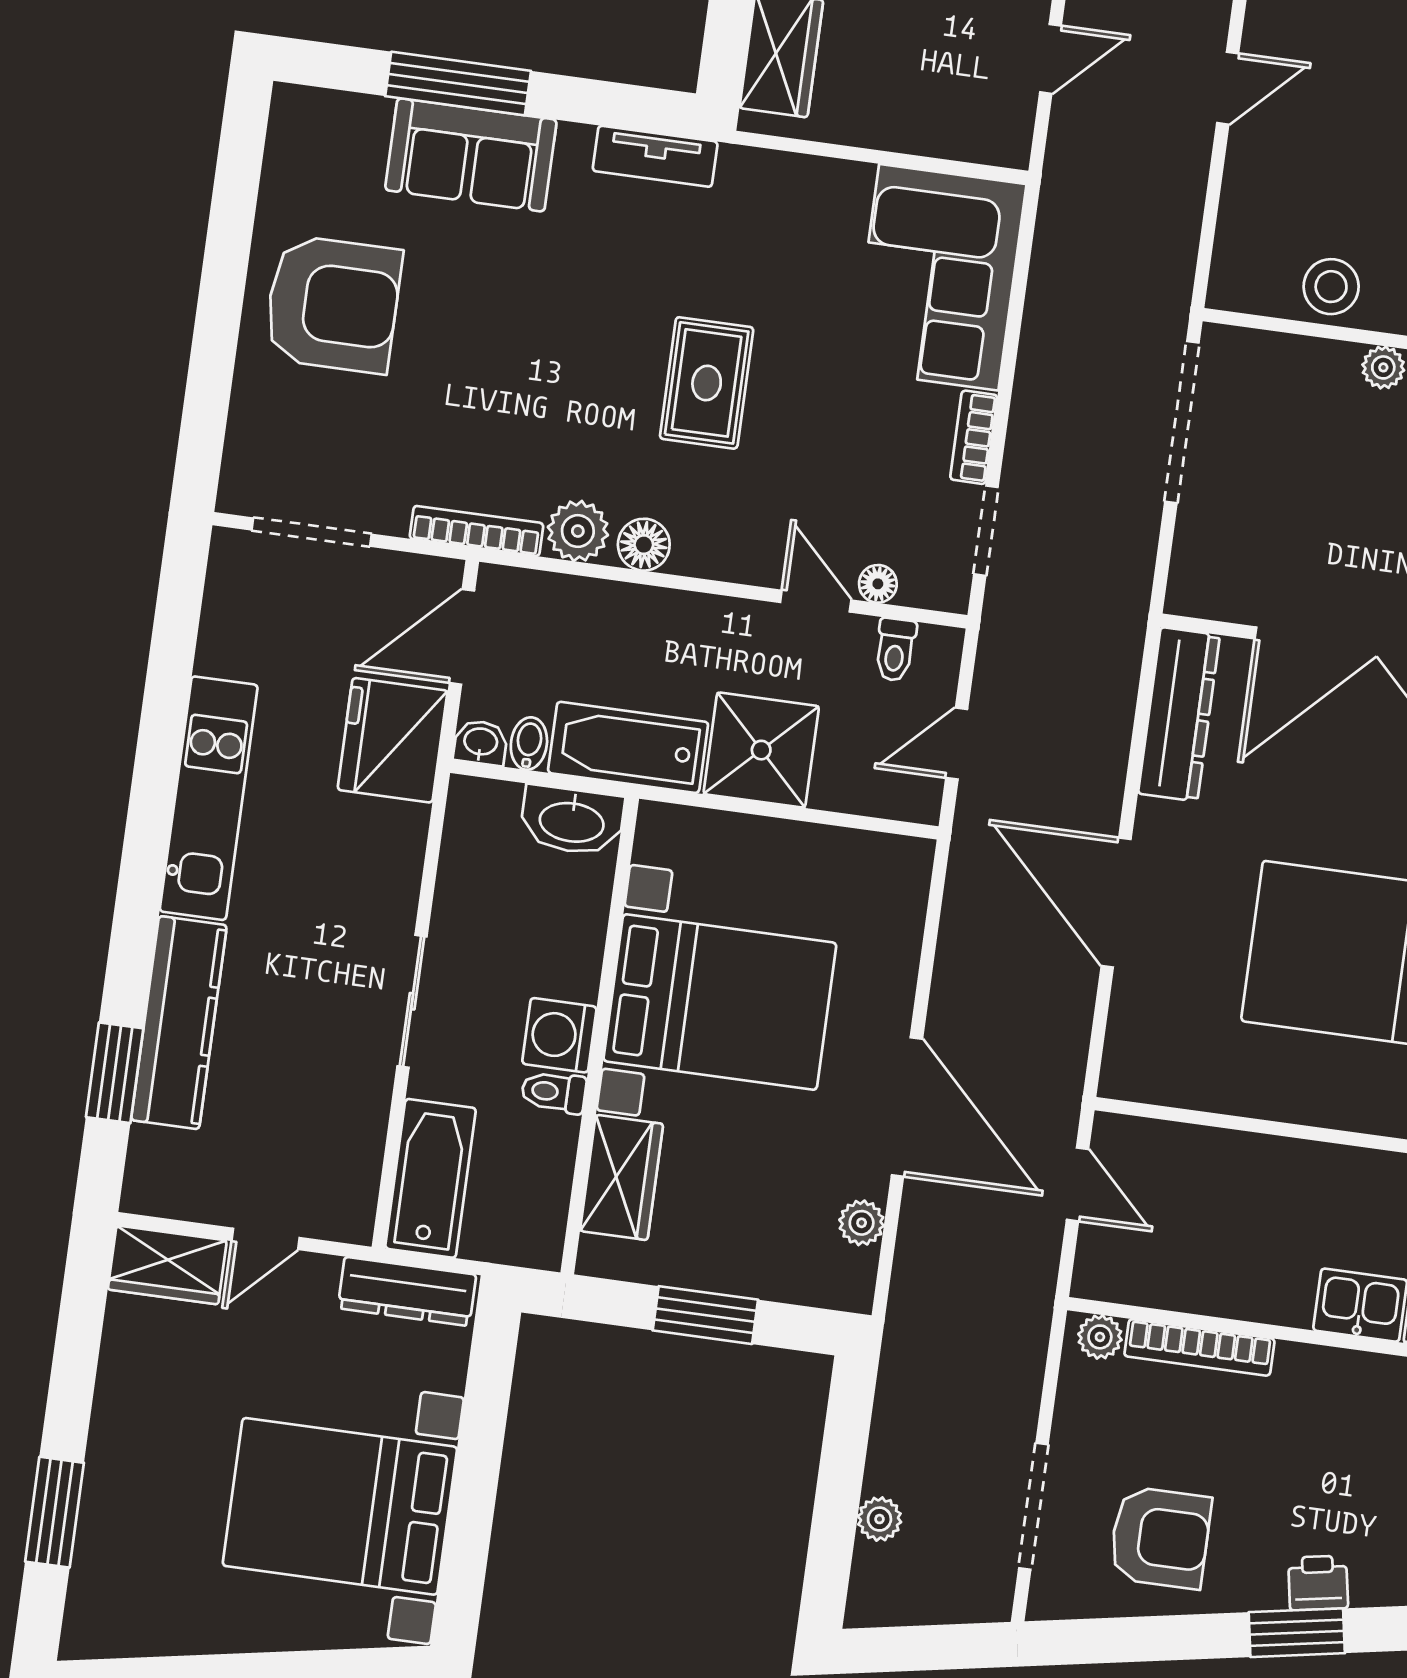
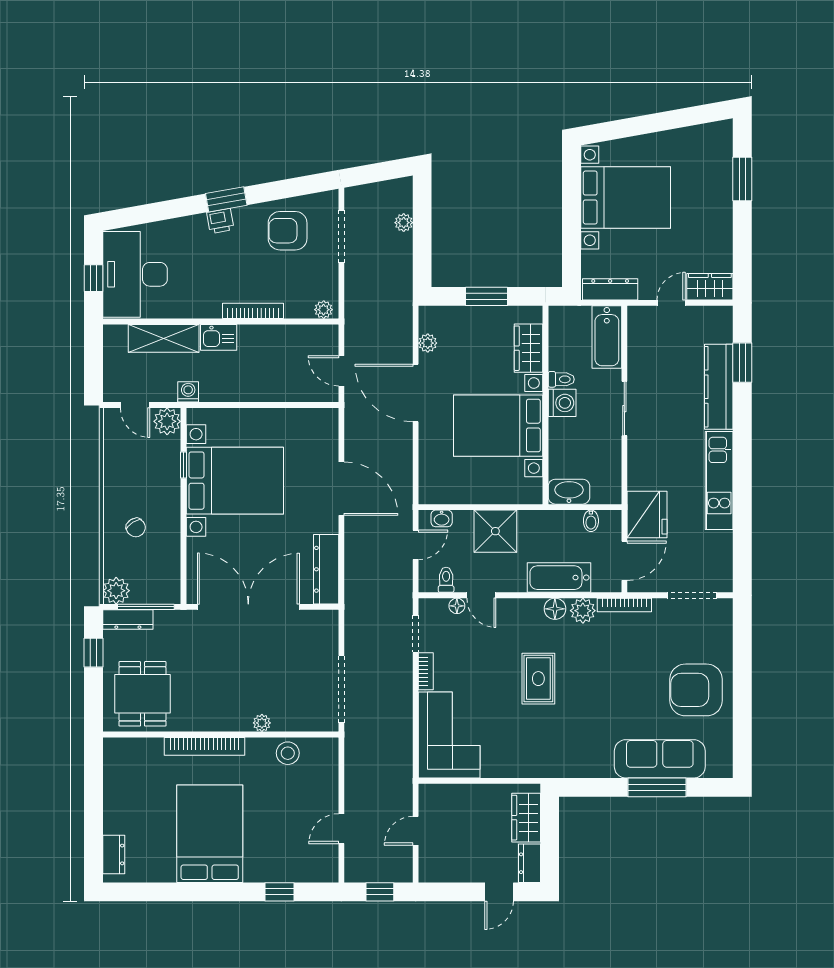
sofa: (471, 155) -> (660, 759), width x1.36
tv unit: (655, 156) -> (572, 769), removed
washbasin: (481, 743) -> (442, 518), moved
bathtub: (628, 747) -> (559, 578), moved, turned 180
bookcase: (1199, 1347) -> (253, 311), moved

